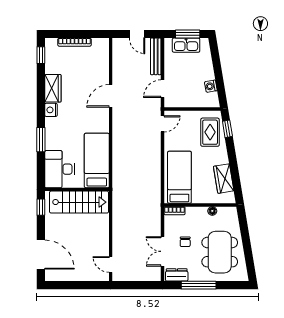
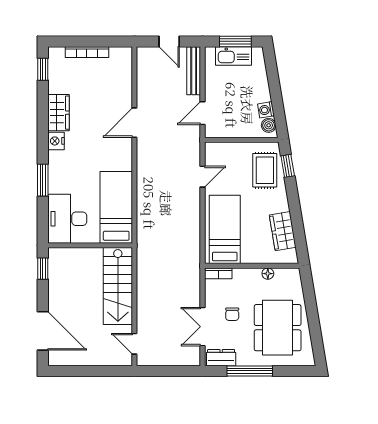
boiler: (213, 98) -> (269, 125), added
door: (163, 124) -> (202, 177), moved
stairs: (79, 202) -> (118, 286), moved, turned 90

